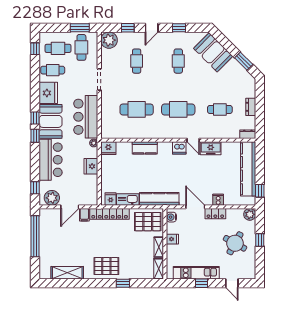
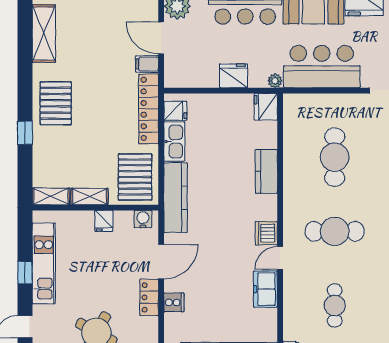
cafe table: (178, 109) -> (335, 231), turned 90

